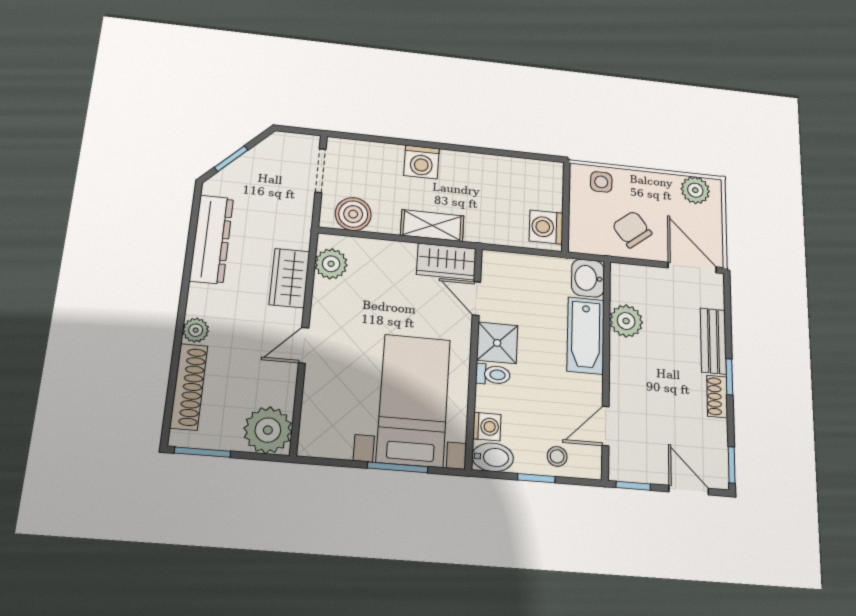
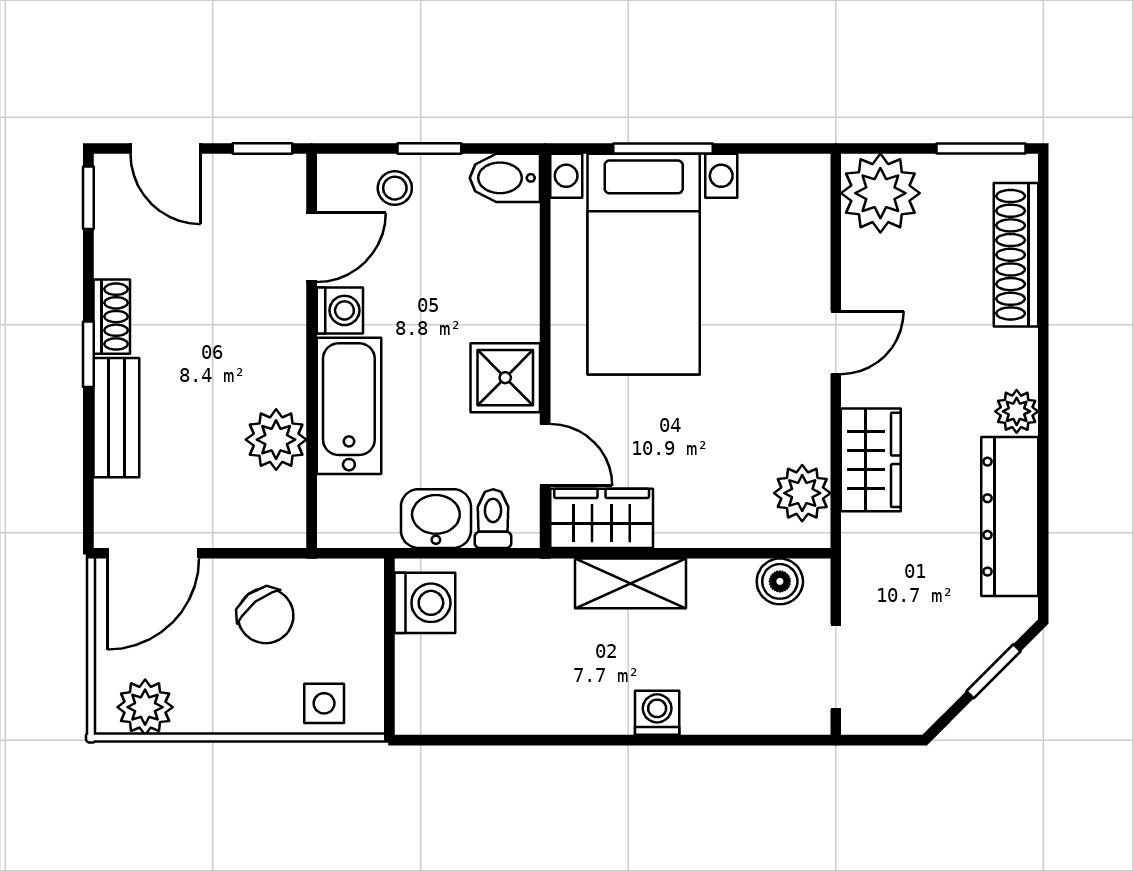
washing machine: (421, 162) -> (657, 713), width x0.73, depth x0.73
boiler: (353, 214) -> (780, 581), width x0.73, depth x0.73
door: (692, 267) -> (153, 553), hinge flipped
washbasin: (588, 278) -> (436, 519), moved, turned -90
plant: (196, 330) -> (1017, 411), moved
toilet: (493, 374) -> (493, 519), moved, turned 90
washing machine: (487, 427) -> (340, 310), moved, turned 180

